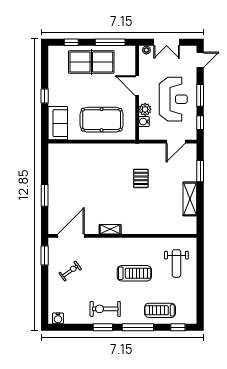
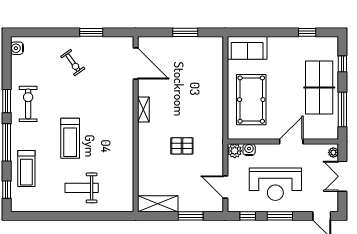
window: (45, 96) -> (307, 32), moved
plant: (145, 109) -> (235, 151), moved
window: (45, 195) -> (185, 32), moved
shelving: (110, 229) -> (143, 110), moved
door: (71, 236) -> (136, 63), moved
wall: (122, 236) -> (136, 124), moved
treadmill: (160, 310) -> (26, 168), turned 180

